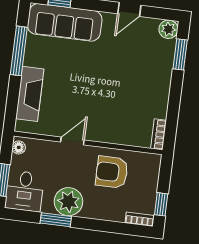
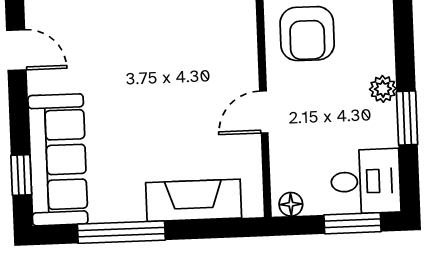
door: (72, 141) -> (264, 112), hinge flipped
plant: (68, 202) -> (383, 89), width x0.53, depth x0.53

